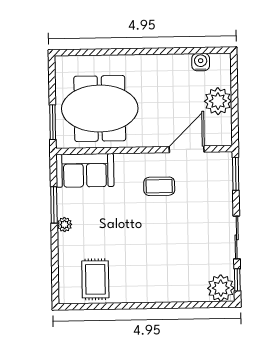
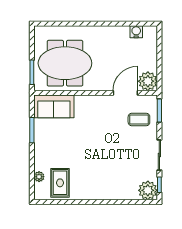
plant: (218, 101) -> (148, 81), moved
coffee table: (159, 186) -> (139, 120), moved
plant: (65, 225) -> (39, 177), moved

